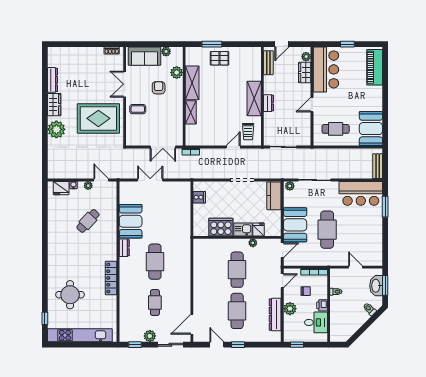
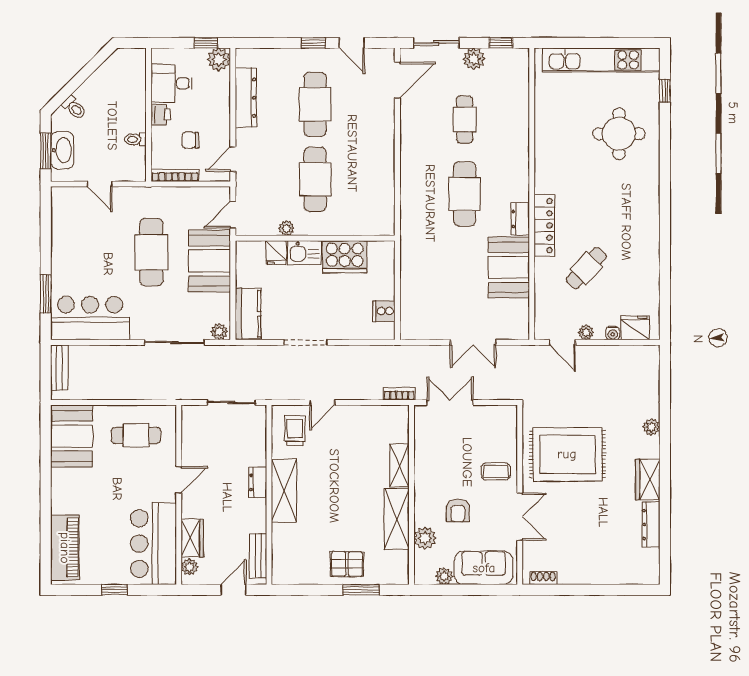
plant: (56, 129) -> (651, 427), width x0.53, depth x0.53
locker: (111, 278) -> (544, 226), moved
plant: (290, 309) -> (219, 60), moved

